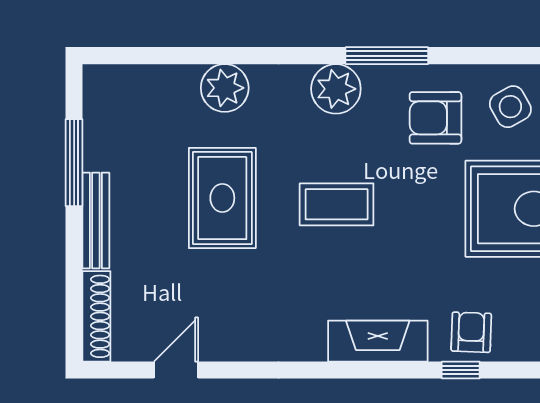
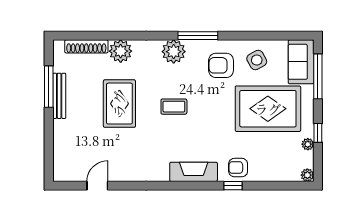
coffee table: (337, 204) -> (174, 107), width x0.73, depth x0.77
bench: (96, 221) -> (59, 96), moved
shoe rack: (96, 316) -> (86, 46), moved, turned 90
armchair: (471, 332) -> (238, 168), turned -92

